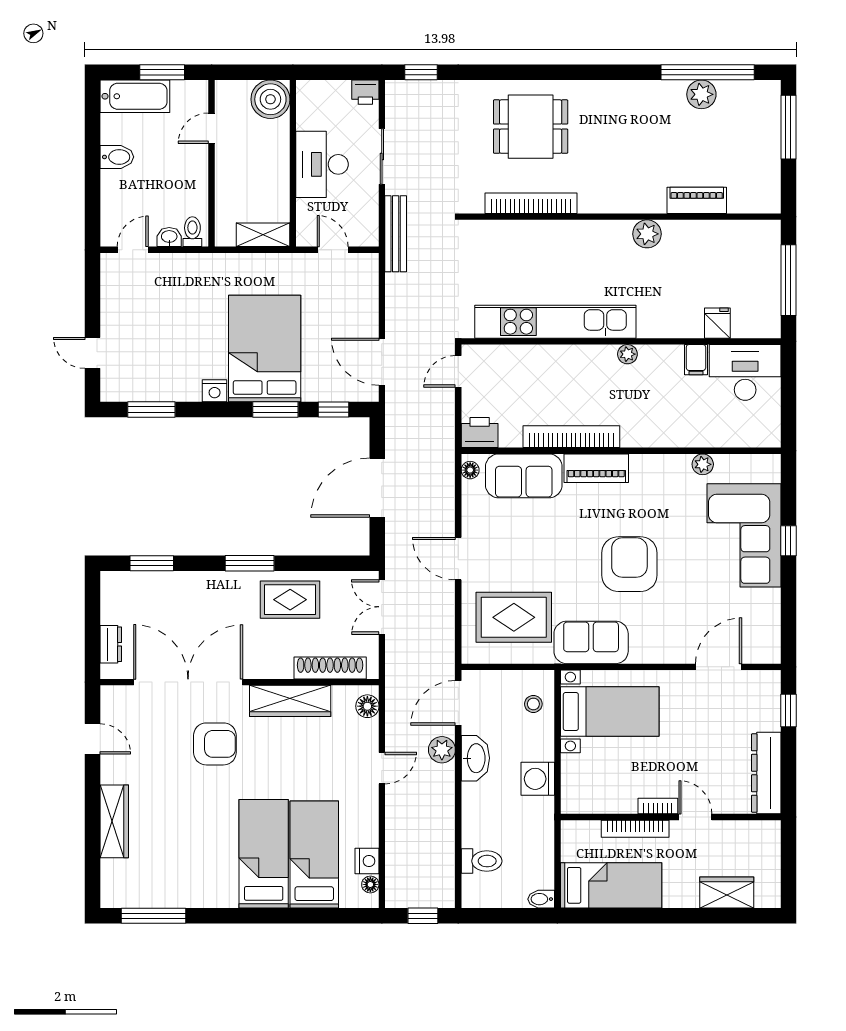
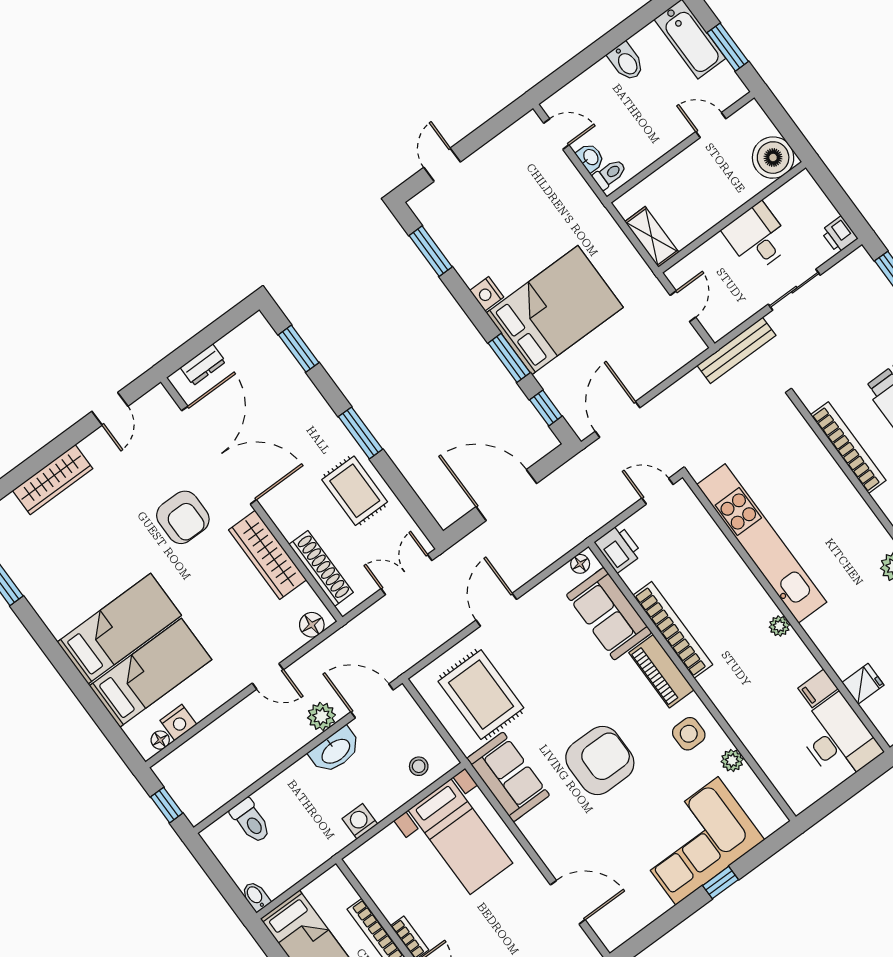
desk: (322, 164) -> (757, 237), width x0.73
side table: (659, 482) -> (689, 734), added
washing machine: (538, 779) -> (360, 821), width x0.73, depth x0.73

